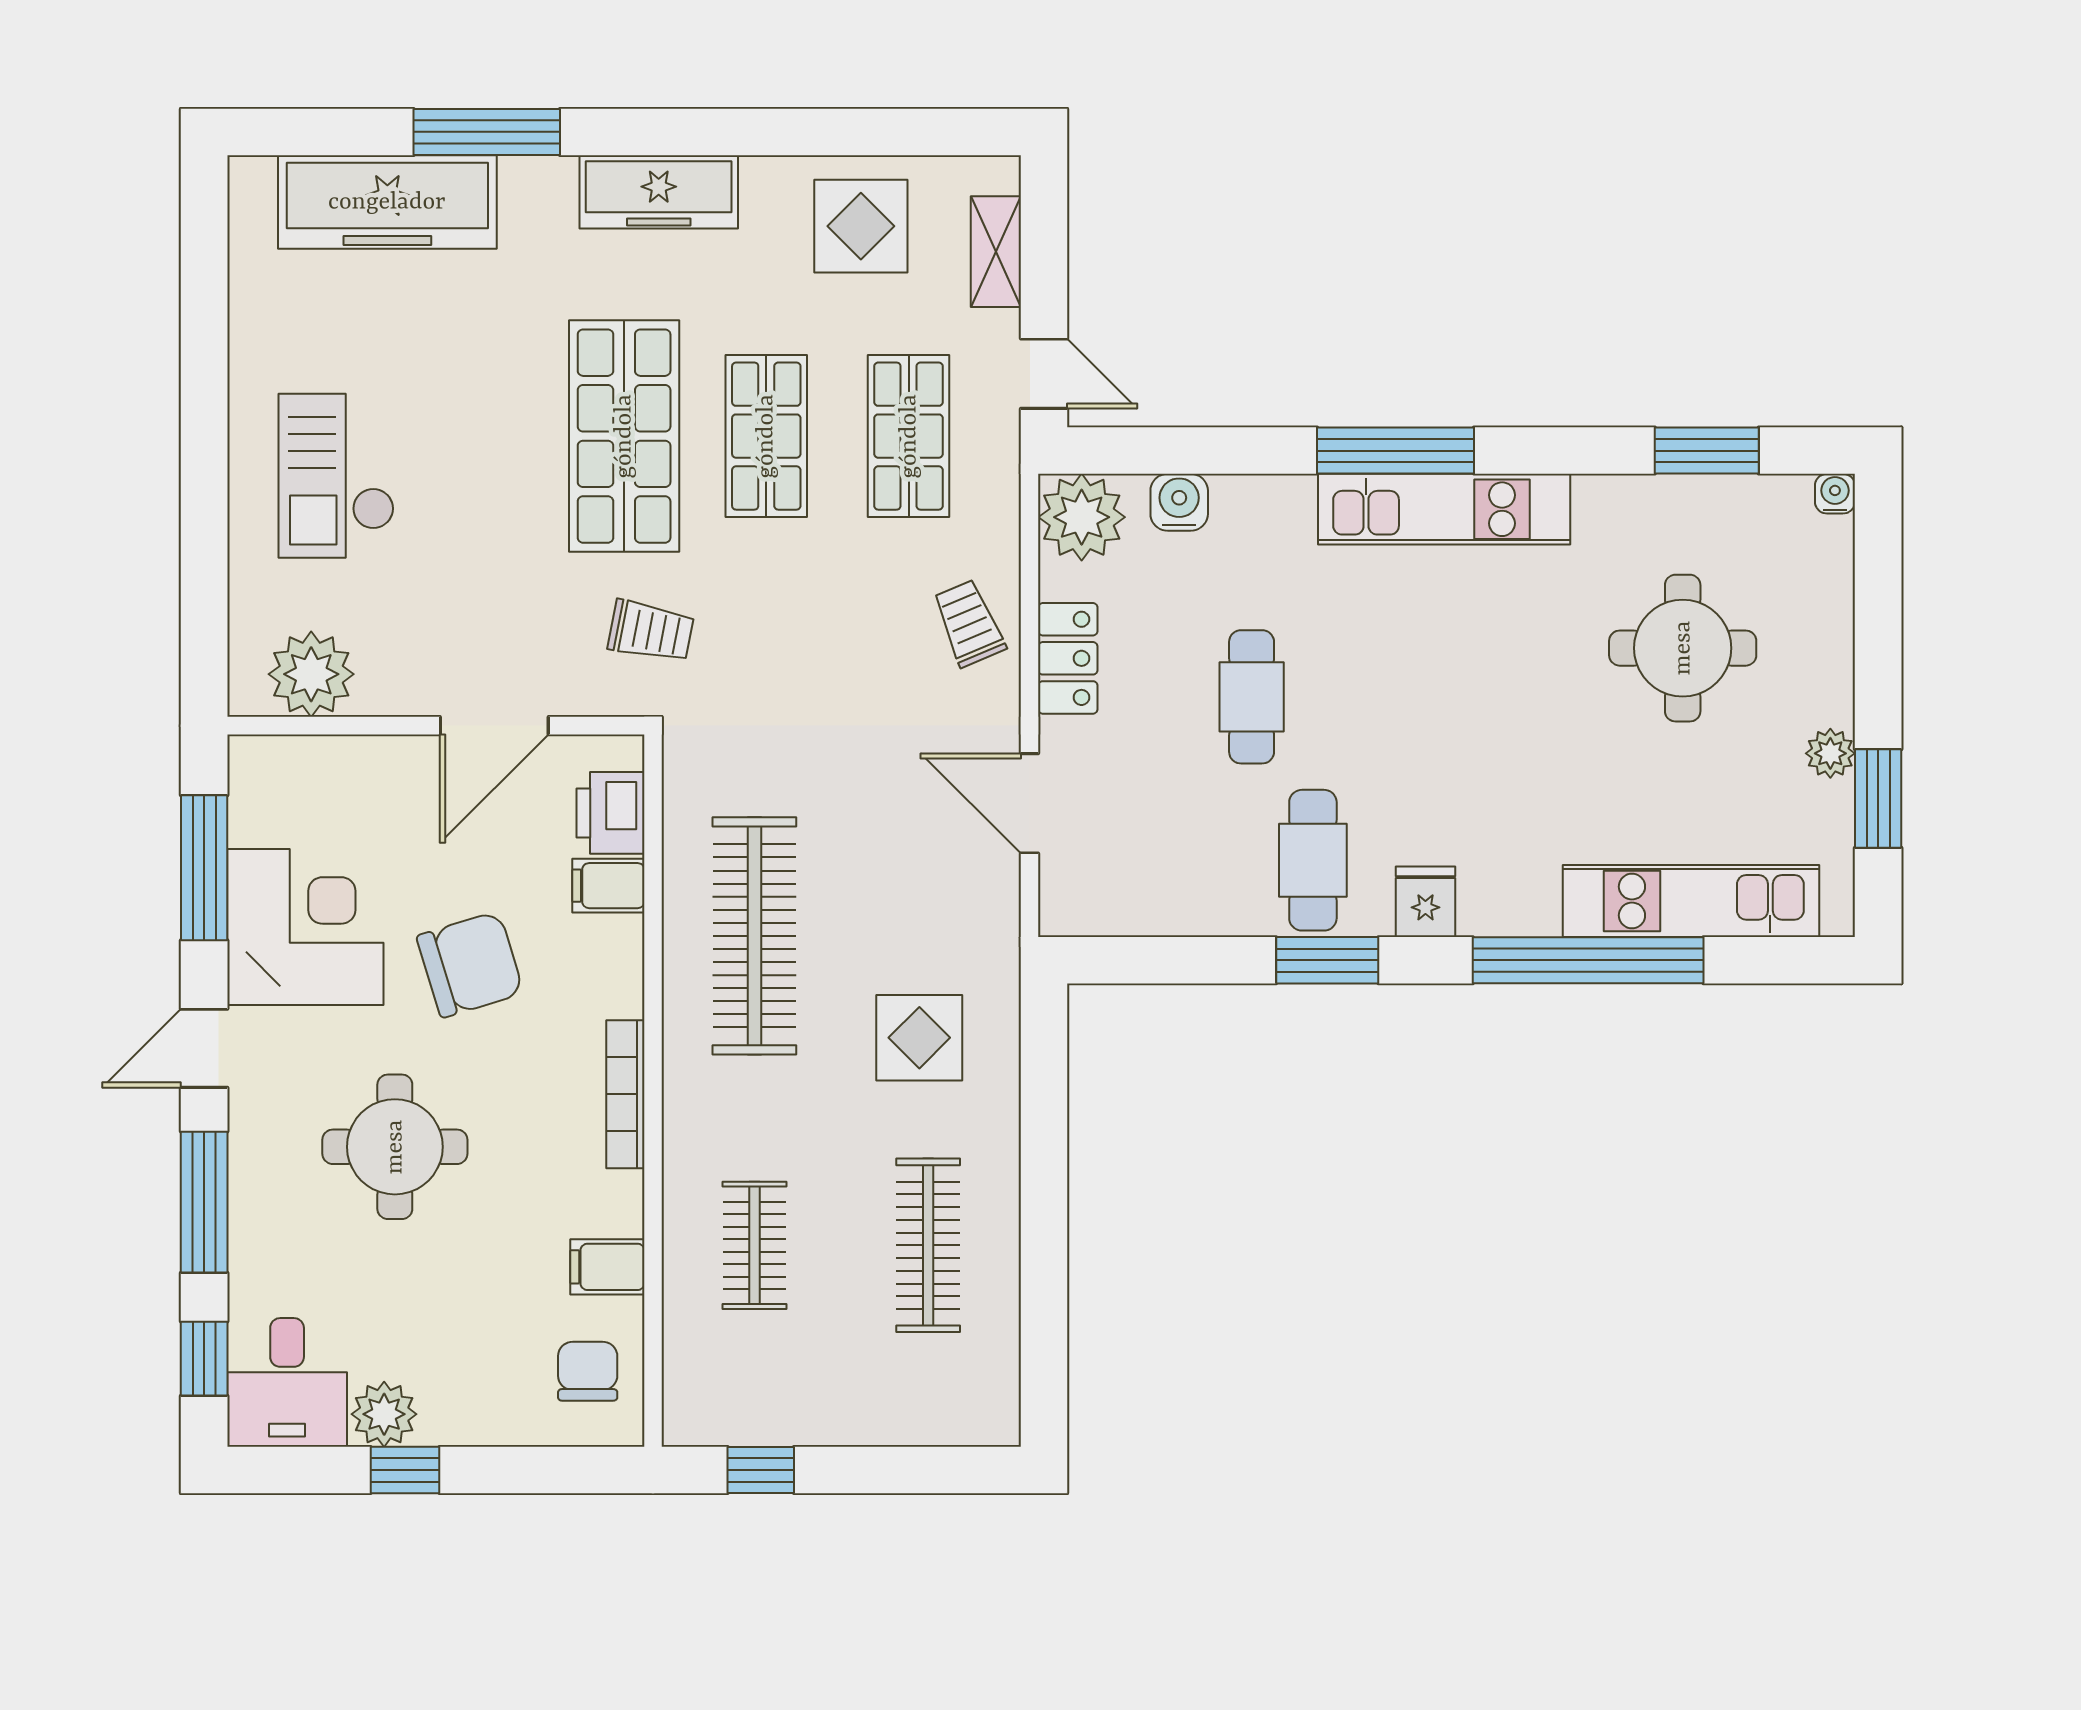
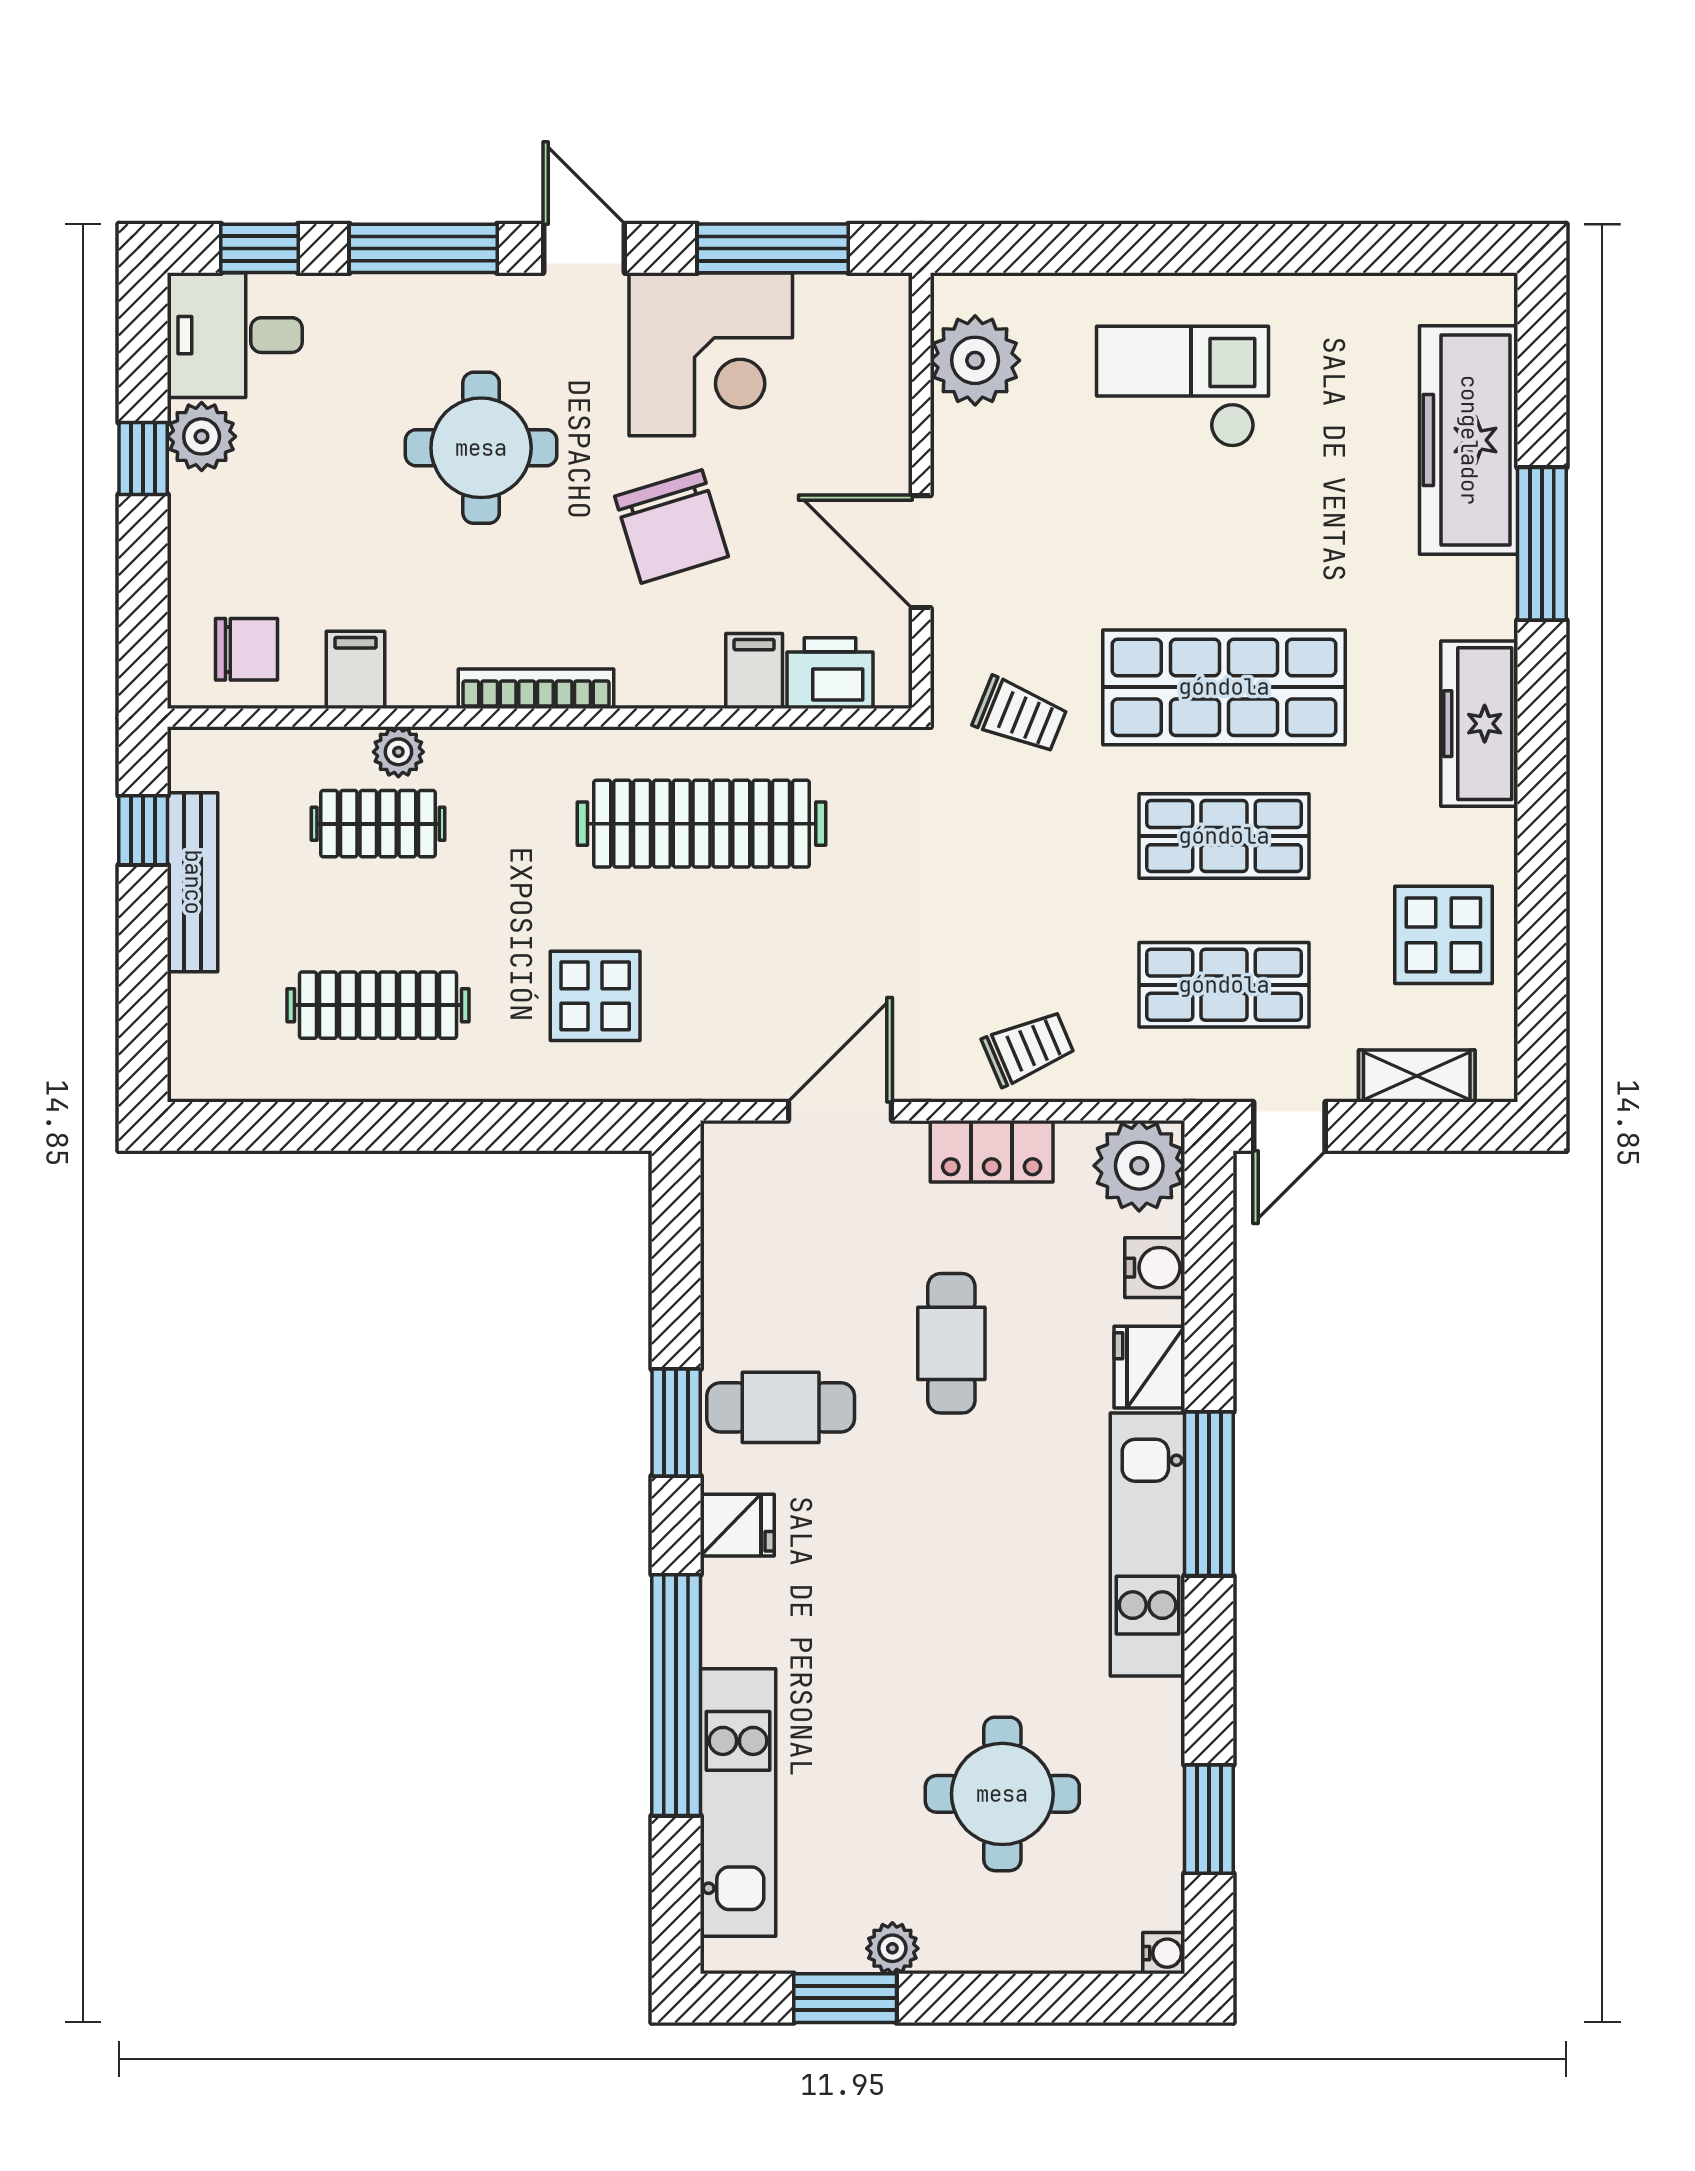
fridge: (1274, 507) -> (1149, 1367), added
trolley: (651, 631) -> (1020, 715), turned -79
cafe table: (1252, 697) -> (951, 1343), turned 90
plant: (686, 1226) -> (398, 752), added
bench: (810, 1423) -> (193, 882), added

